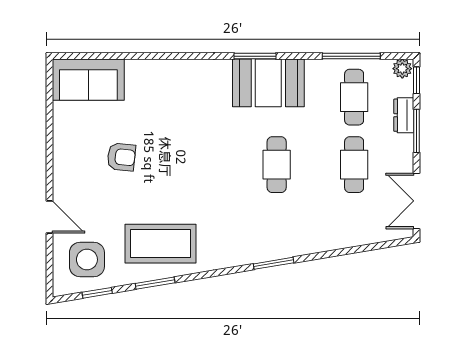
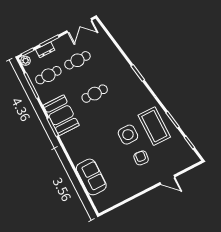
sofa: (88, 80) -> (91, 177), moved
armchair: (121, 157) -> (141, 158), moved
door: (49, 217) -> (167, 180), swing flipped
side table: (87, 260) -> (128, 135), moved

